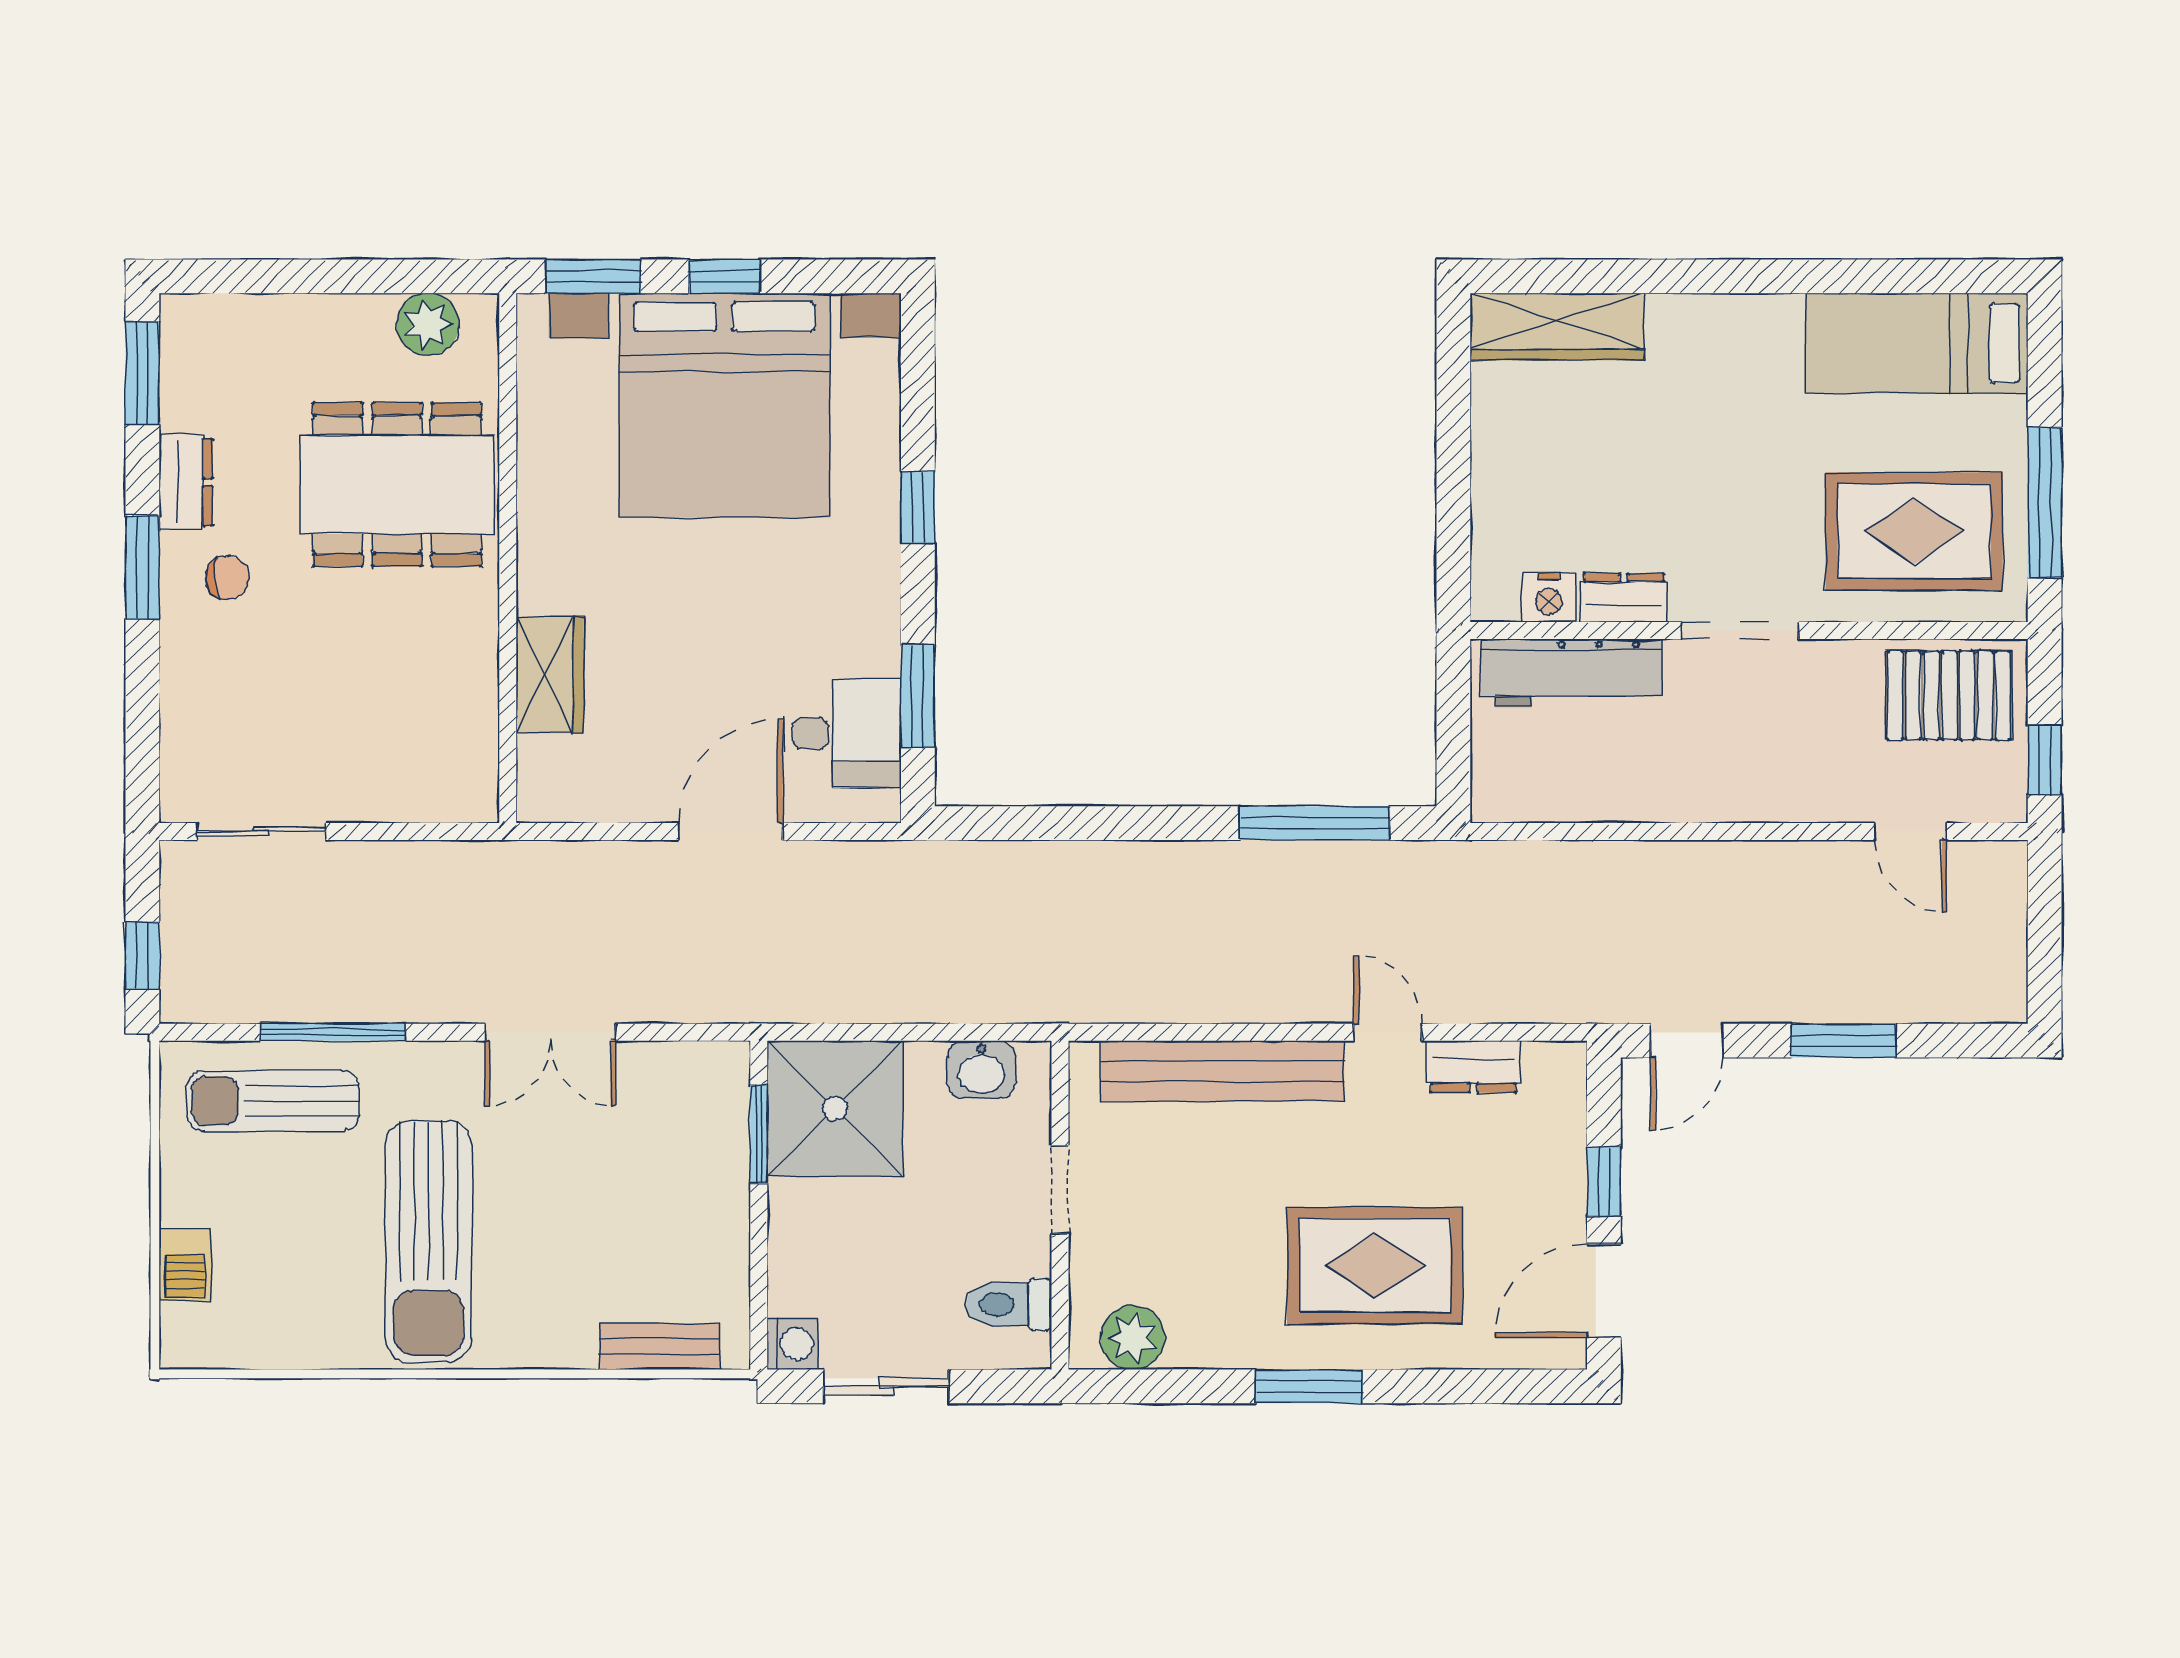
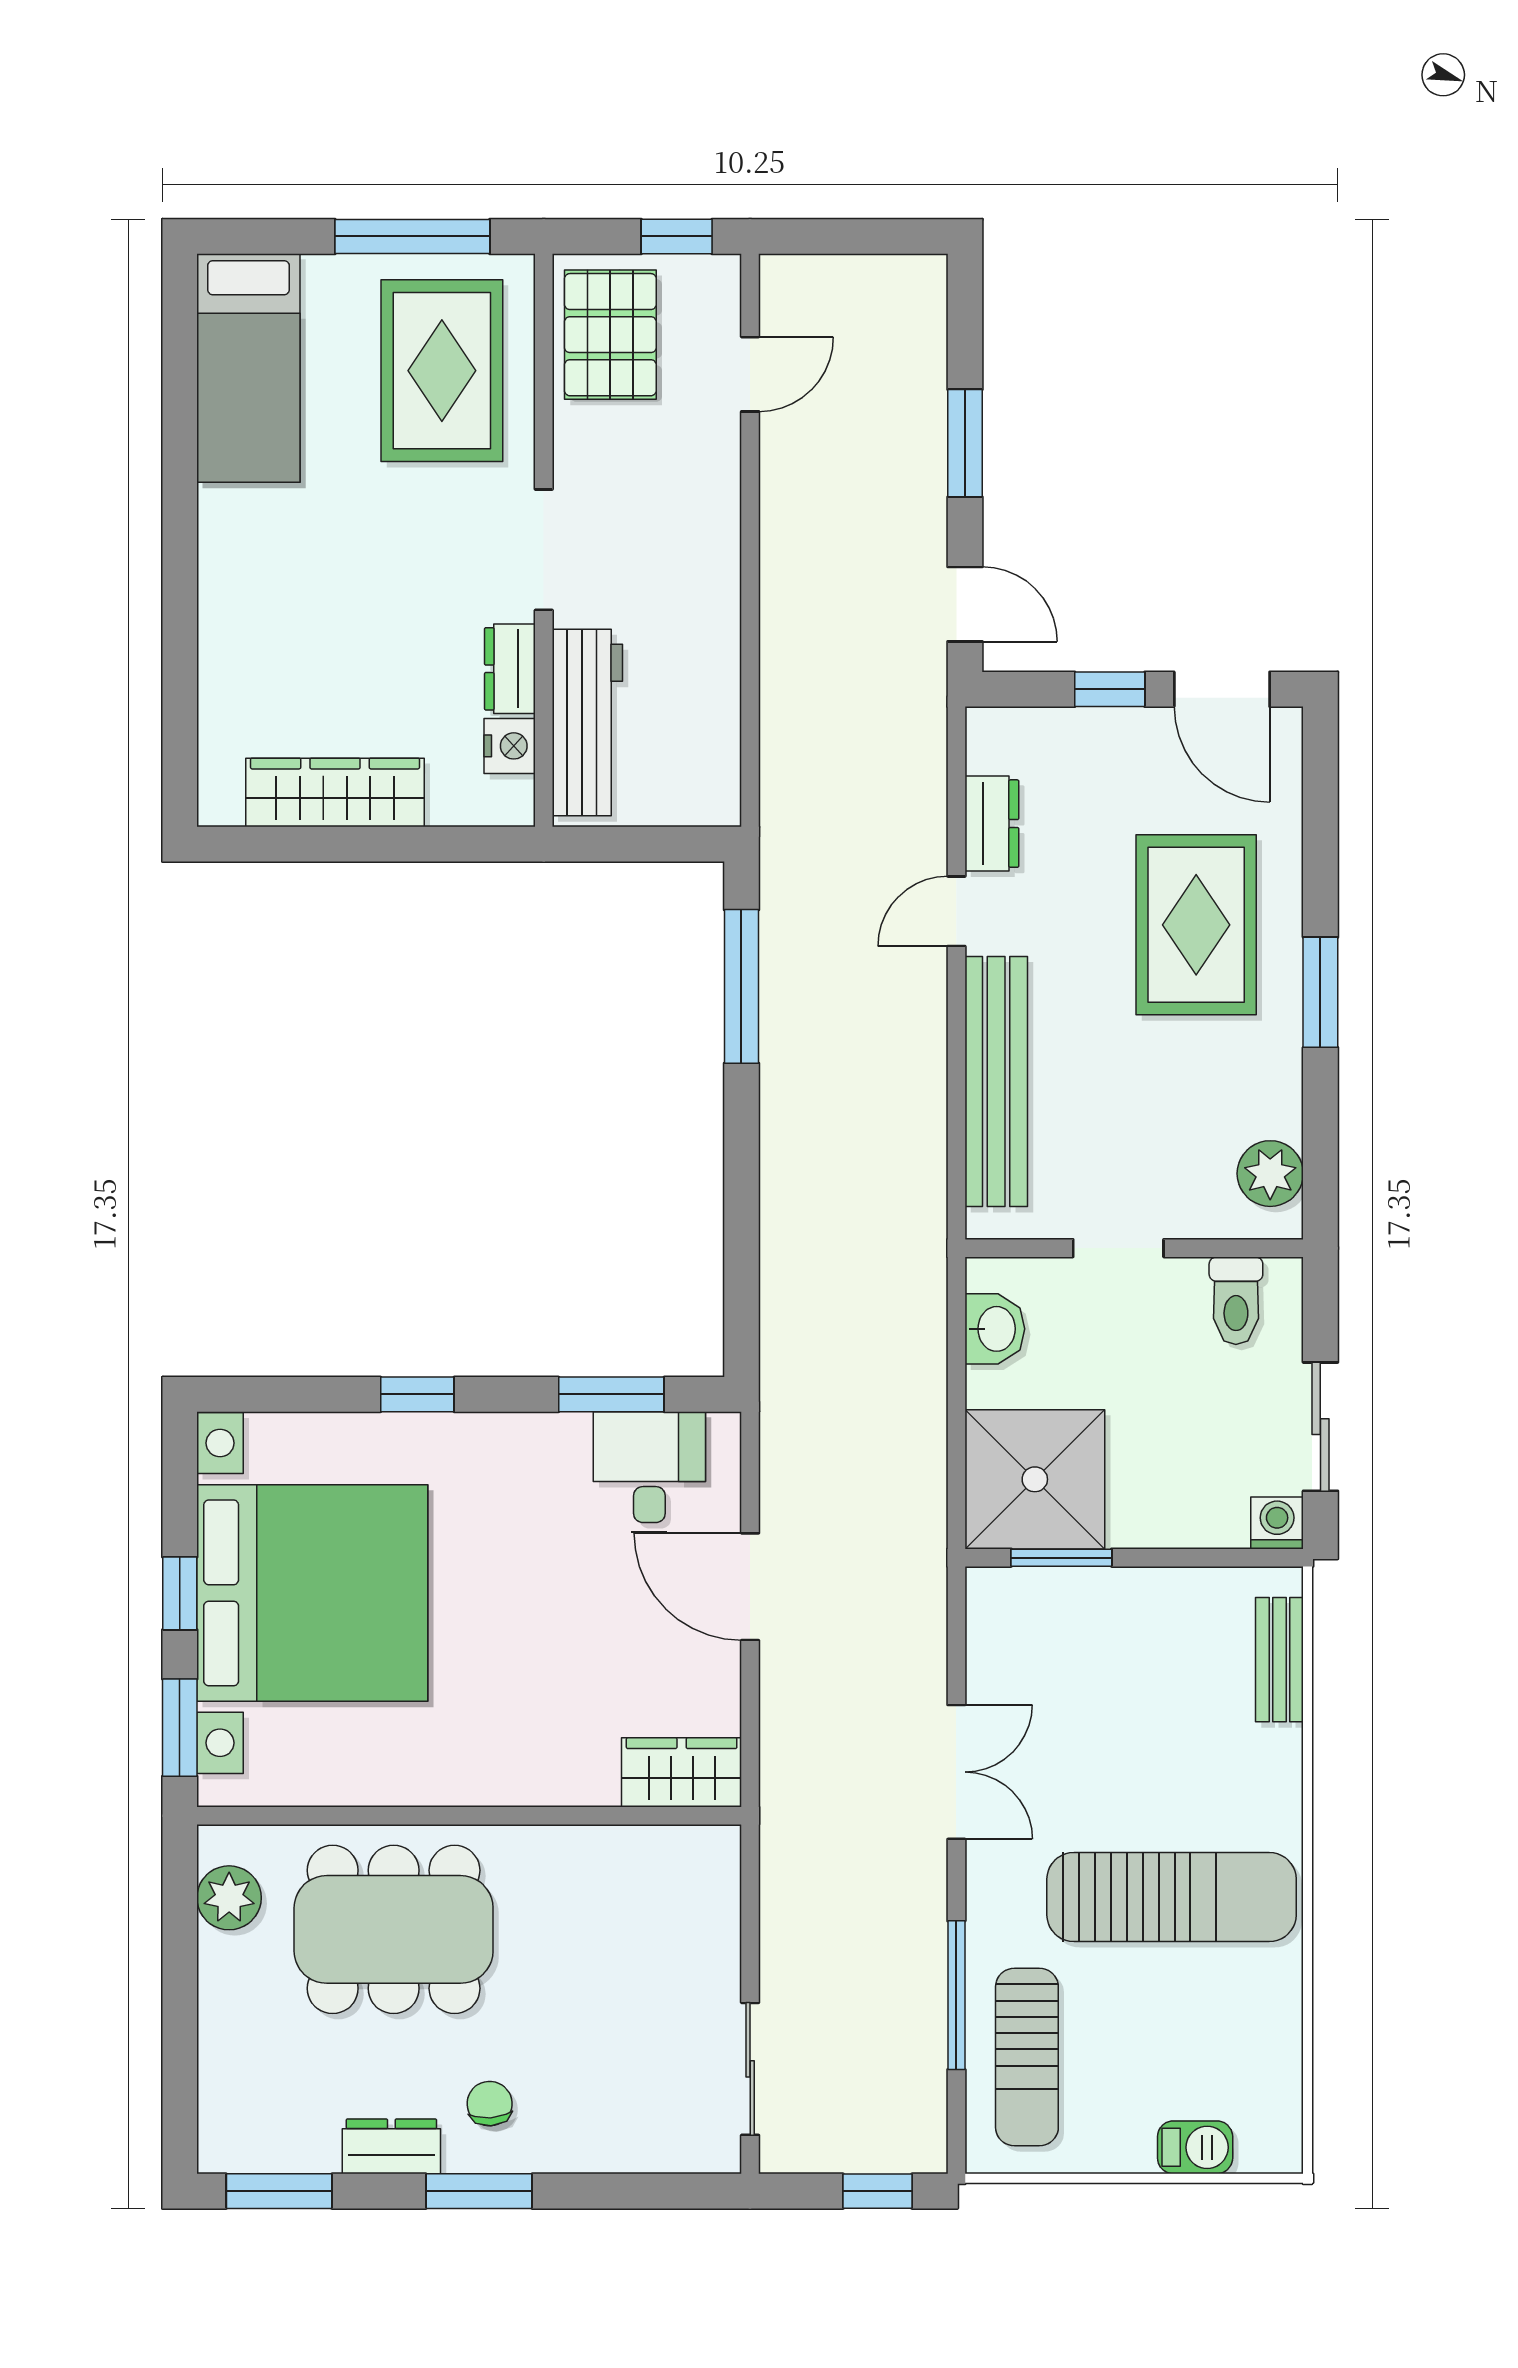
wardrobe: (1557, 327) -> (335, 792), moved, turned -90
dining table: (397, 484) -> (394, 1929), turned 90
wardrobe: (550, 675) -> (682, 1772), moved

